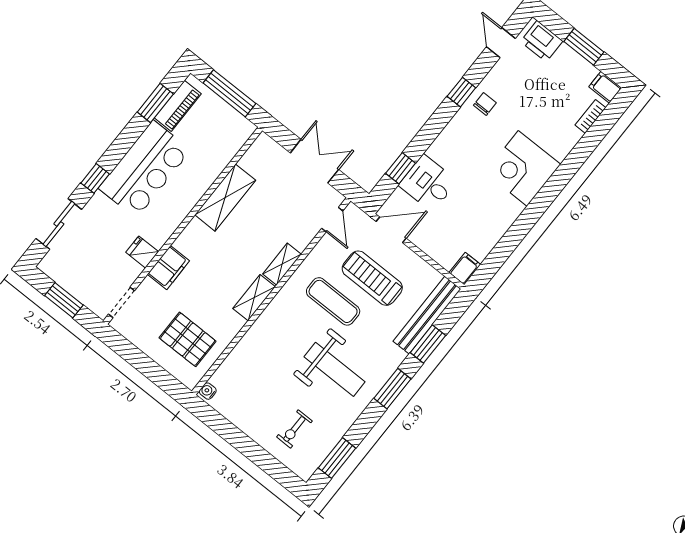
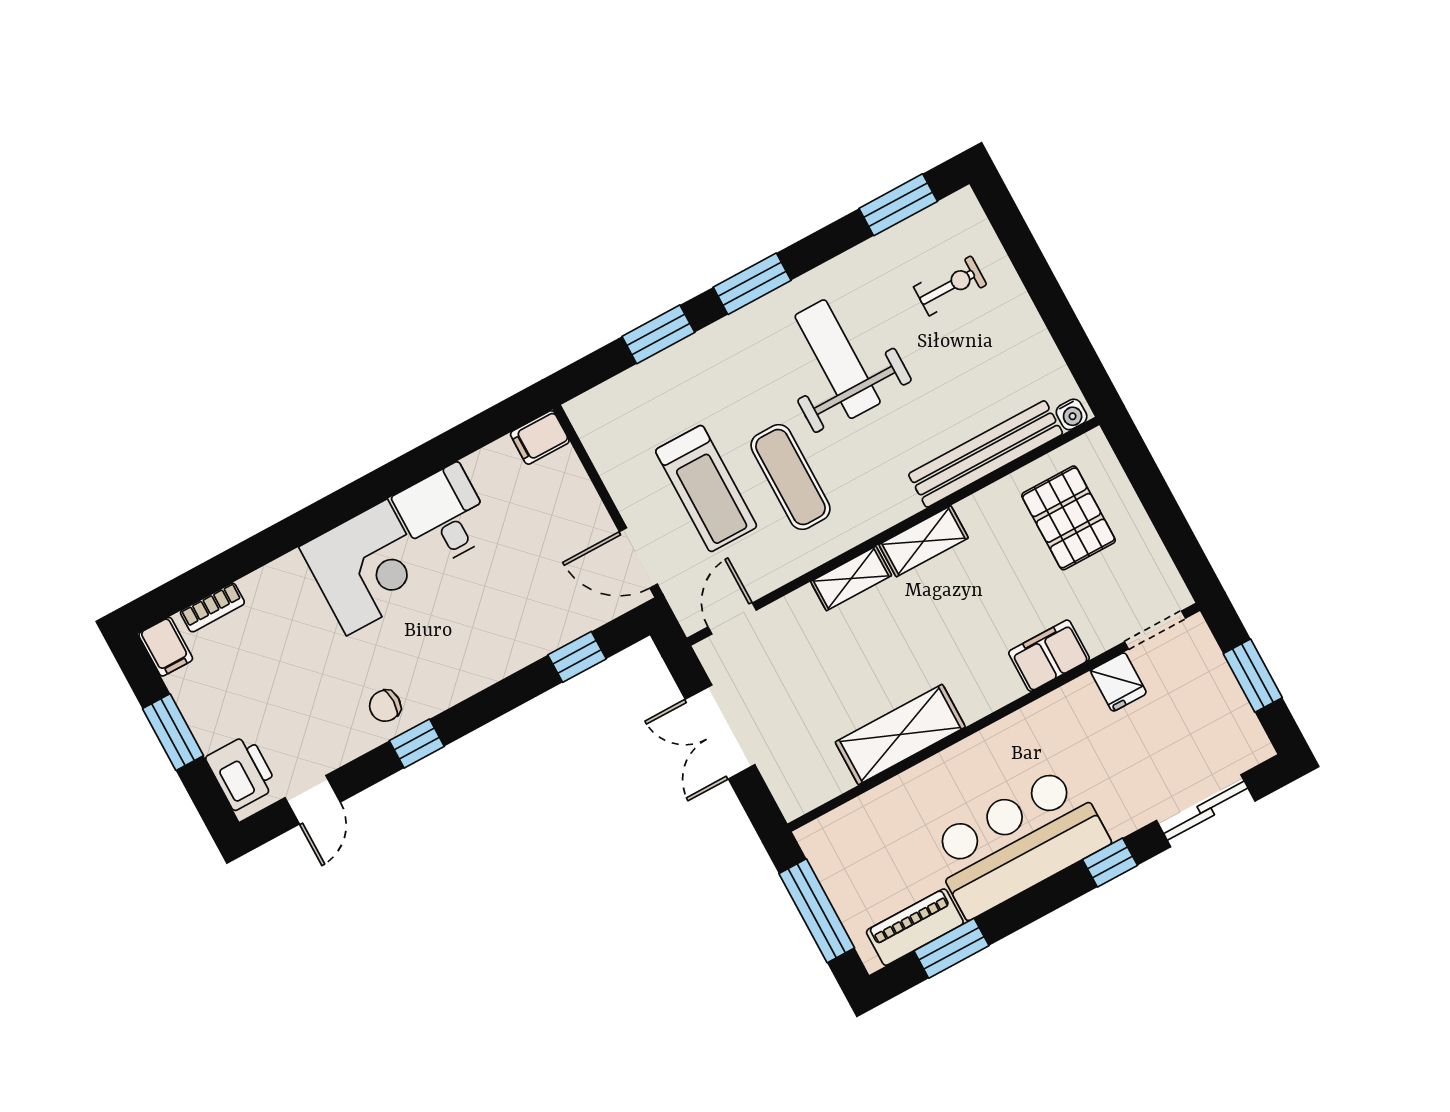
desk: (428, 183) -> (444, 516), moved, turned 180
fridge: (142, 252) -> (1119, 682), moved
bench: (427, 315) -> (986, 454), moved

